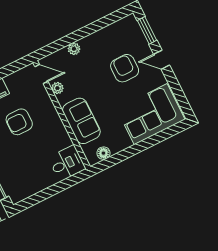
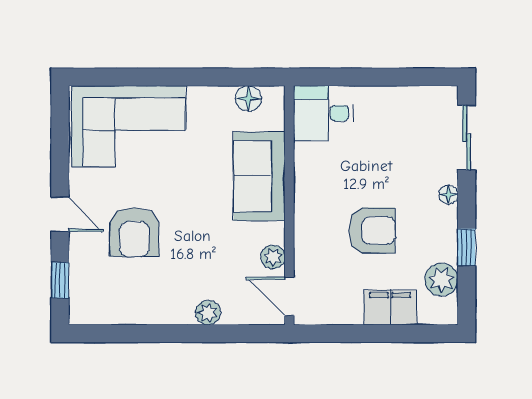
window: (147, 30) -> (60, 280), width x0.67

